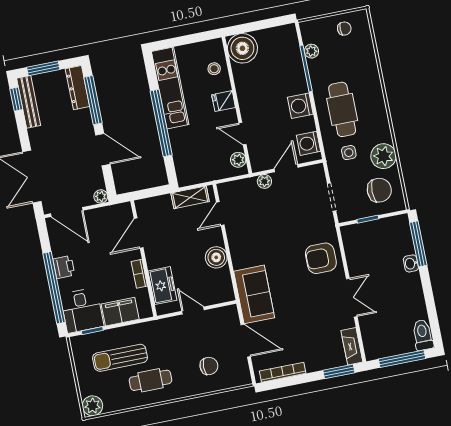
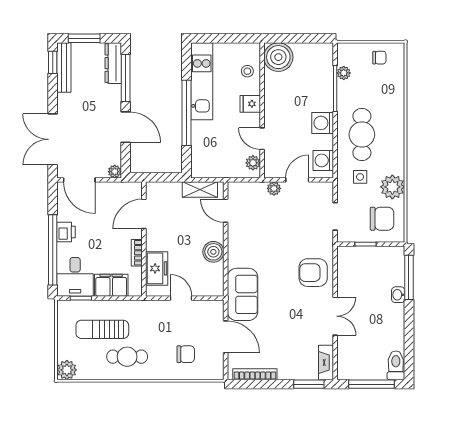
door: (220, 214) -> (226, 211), hinge flipped

